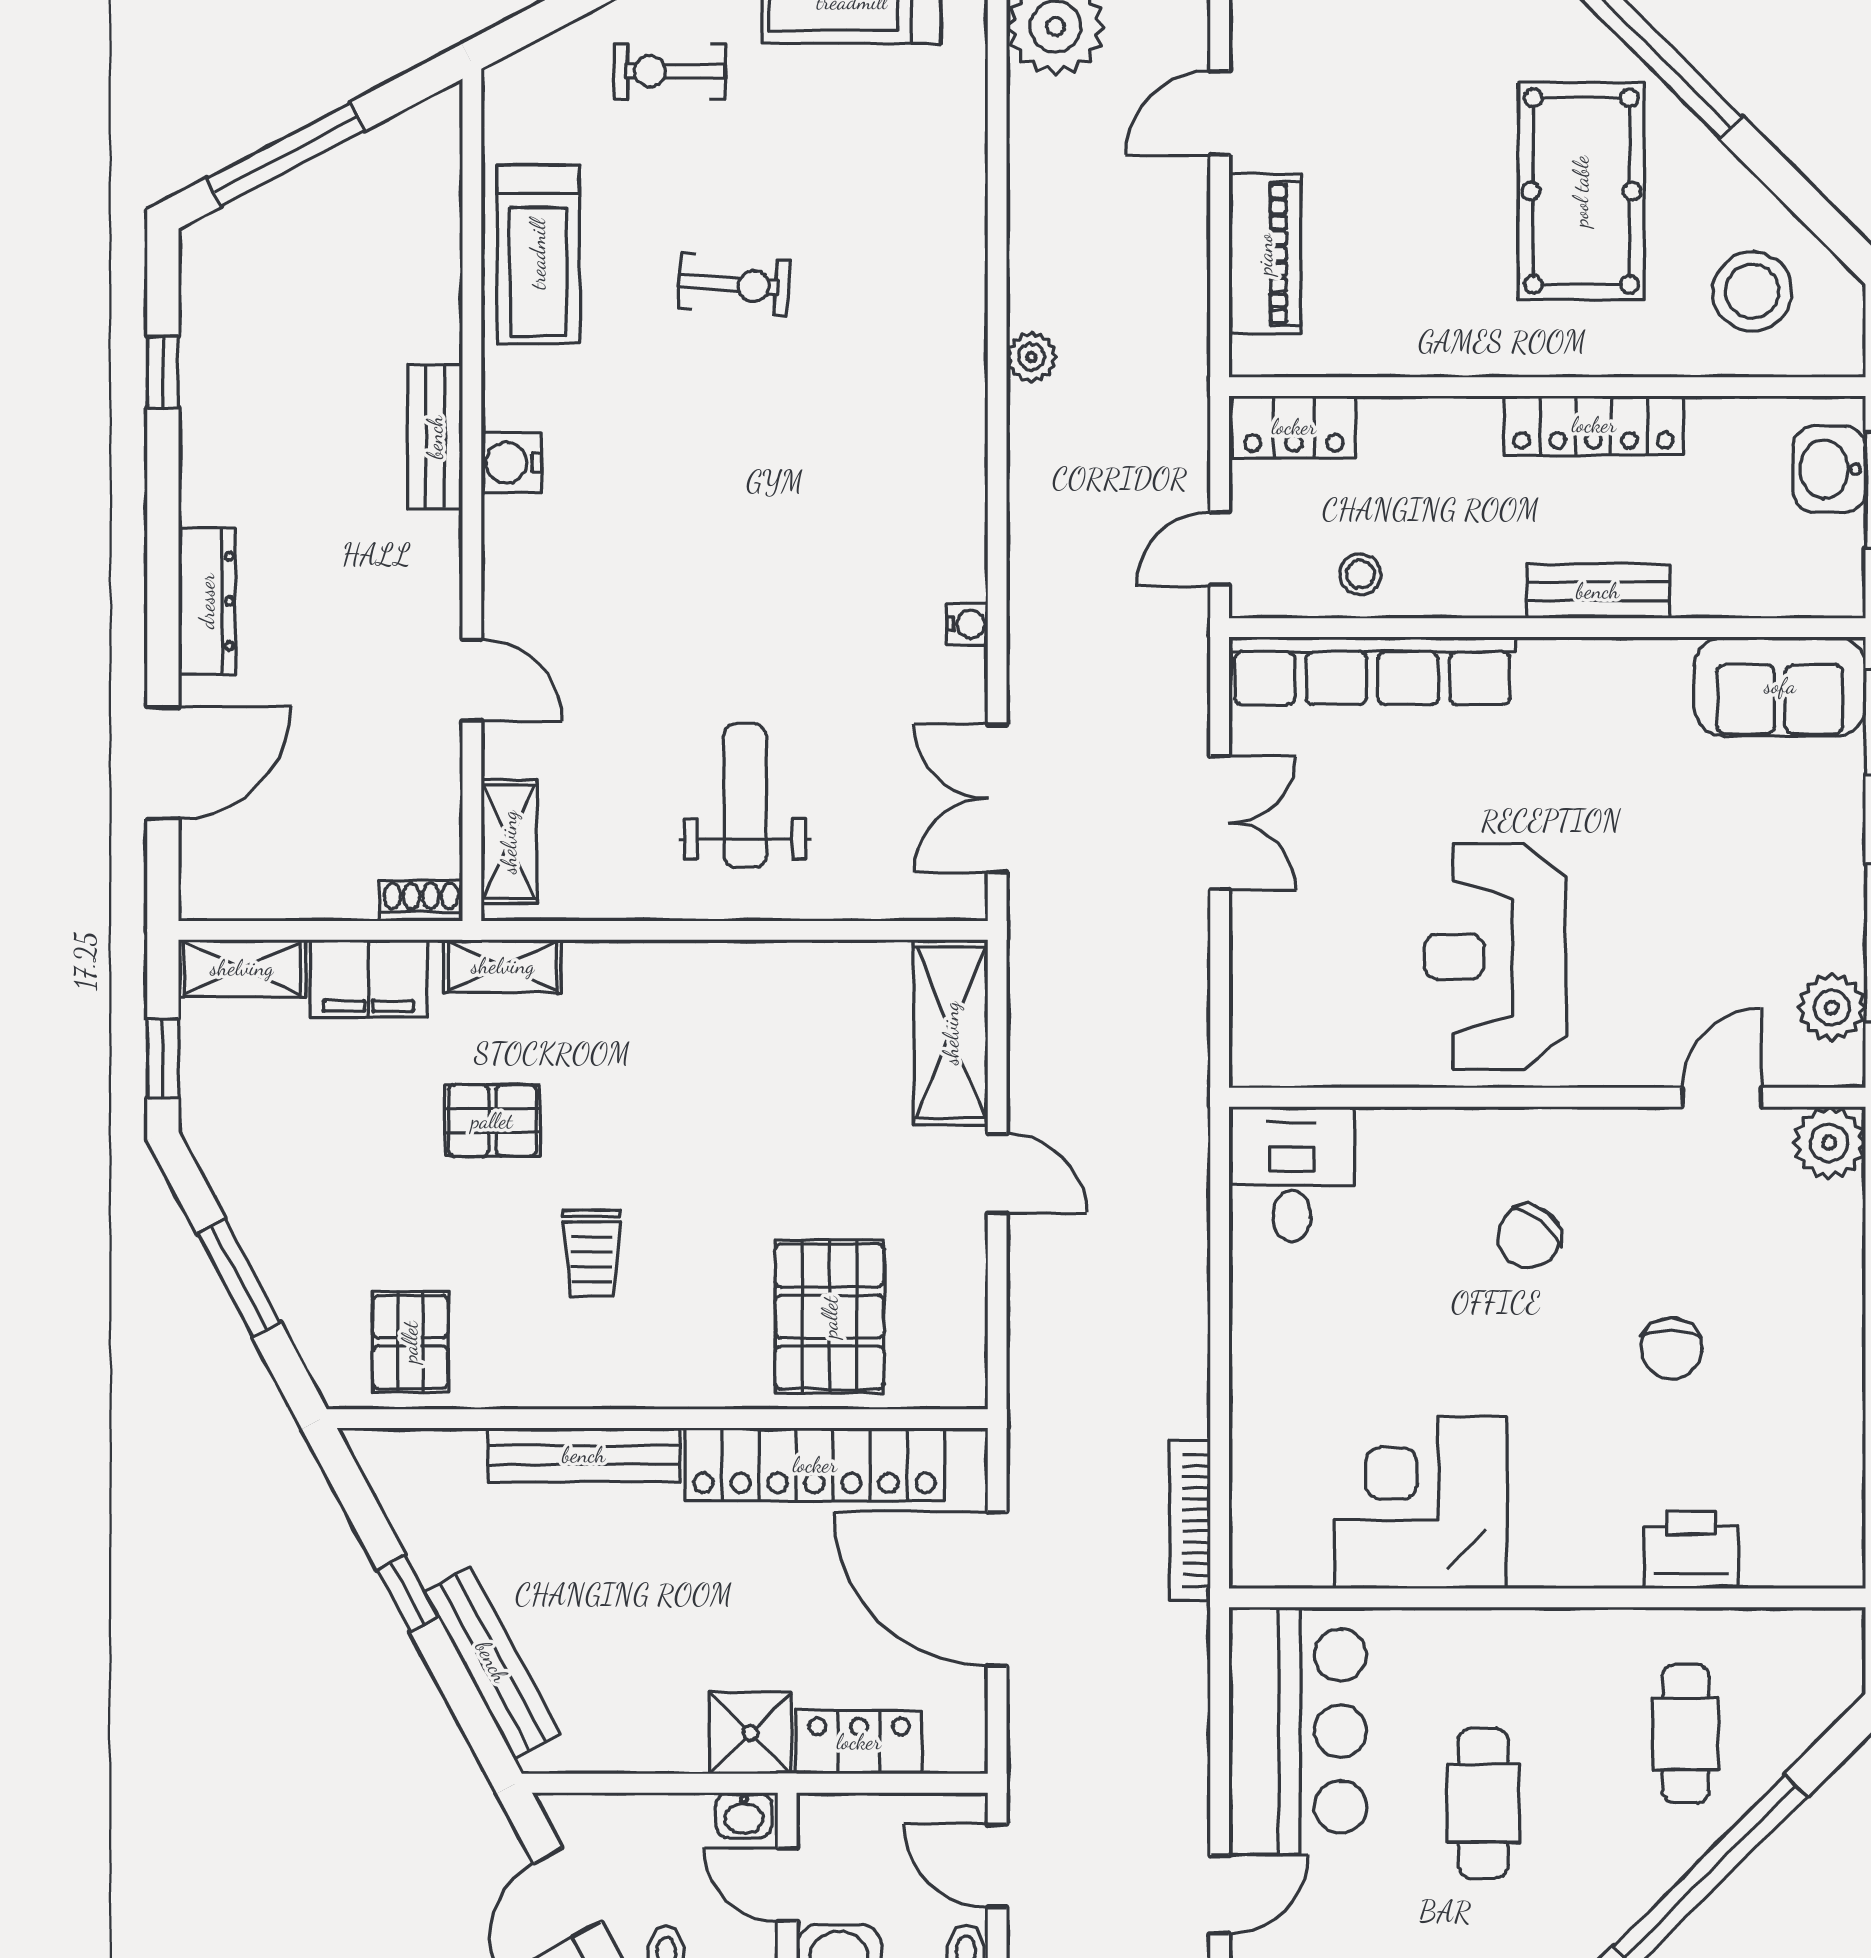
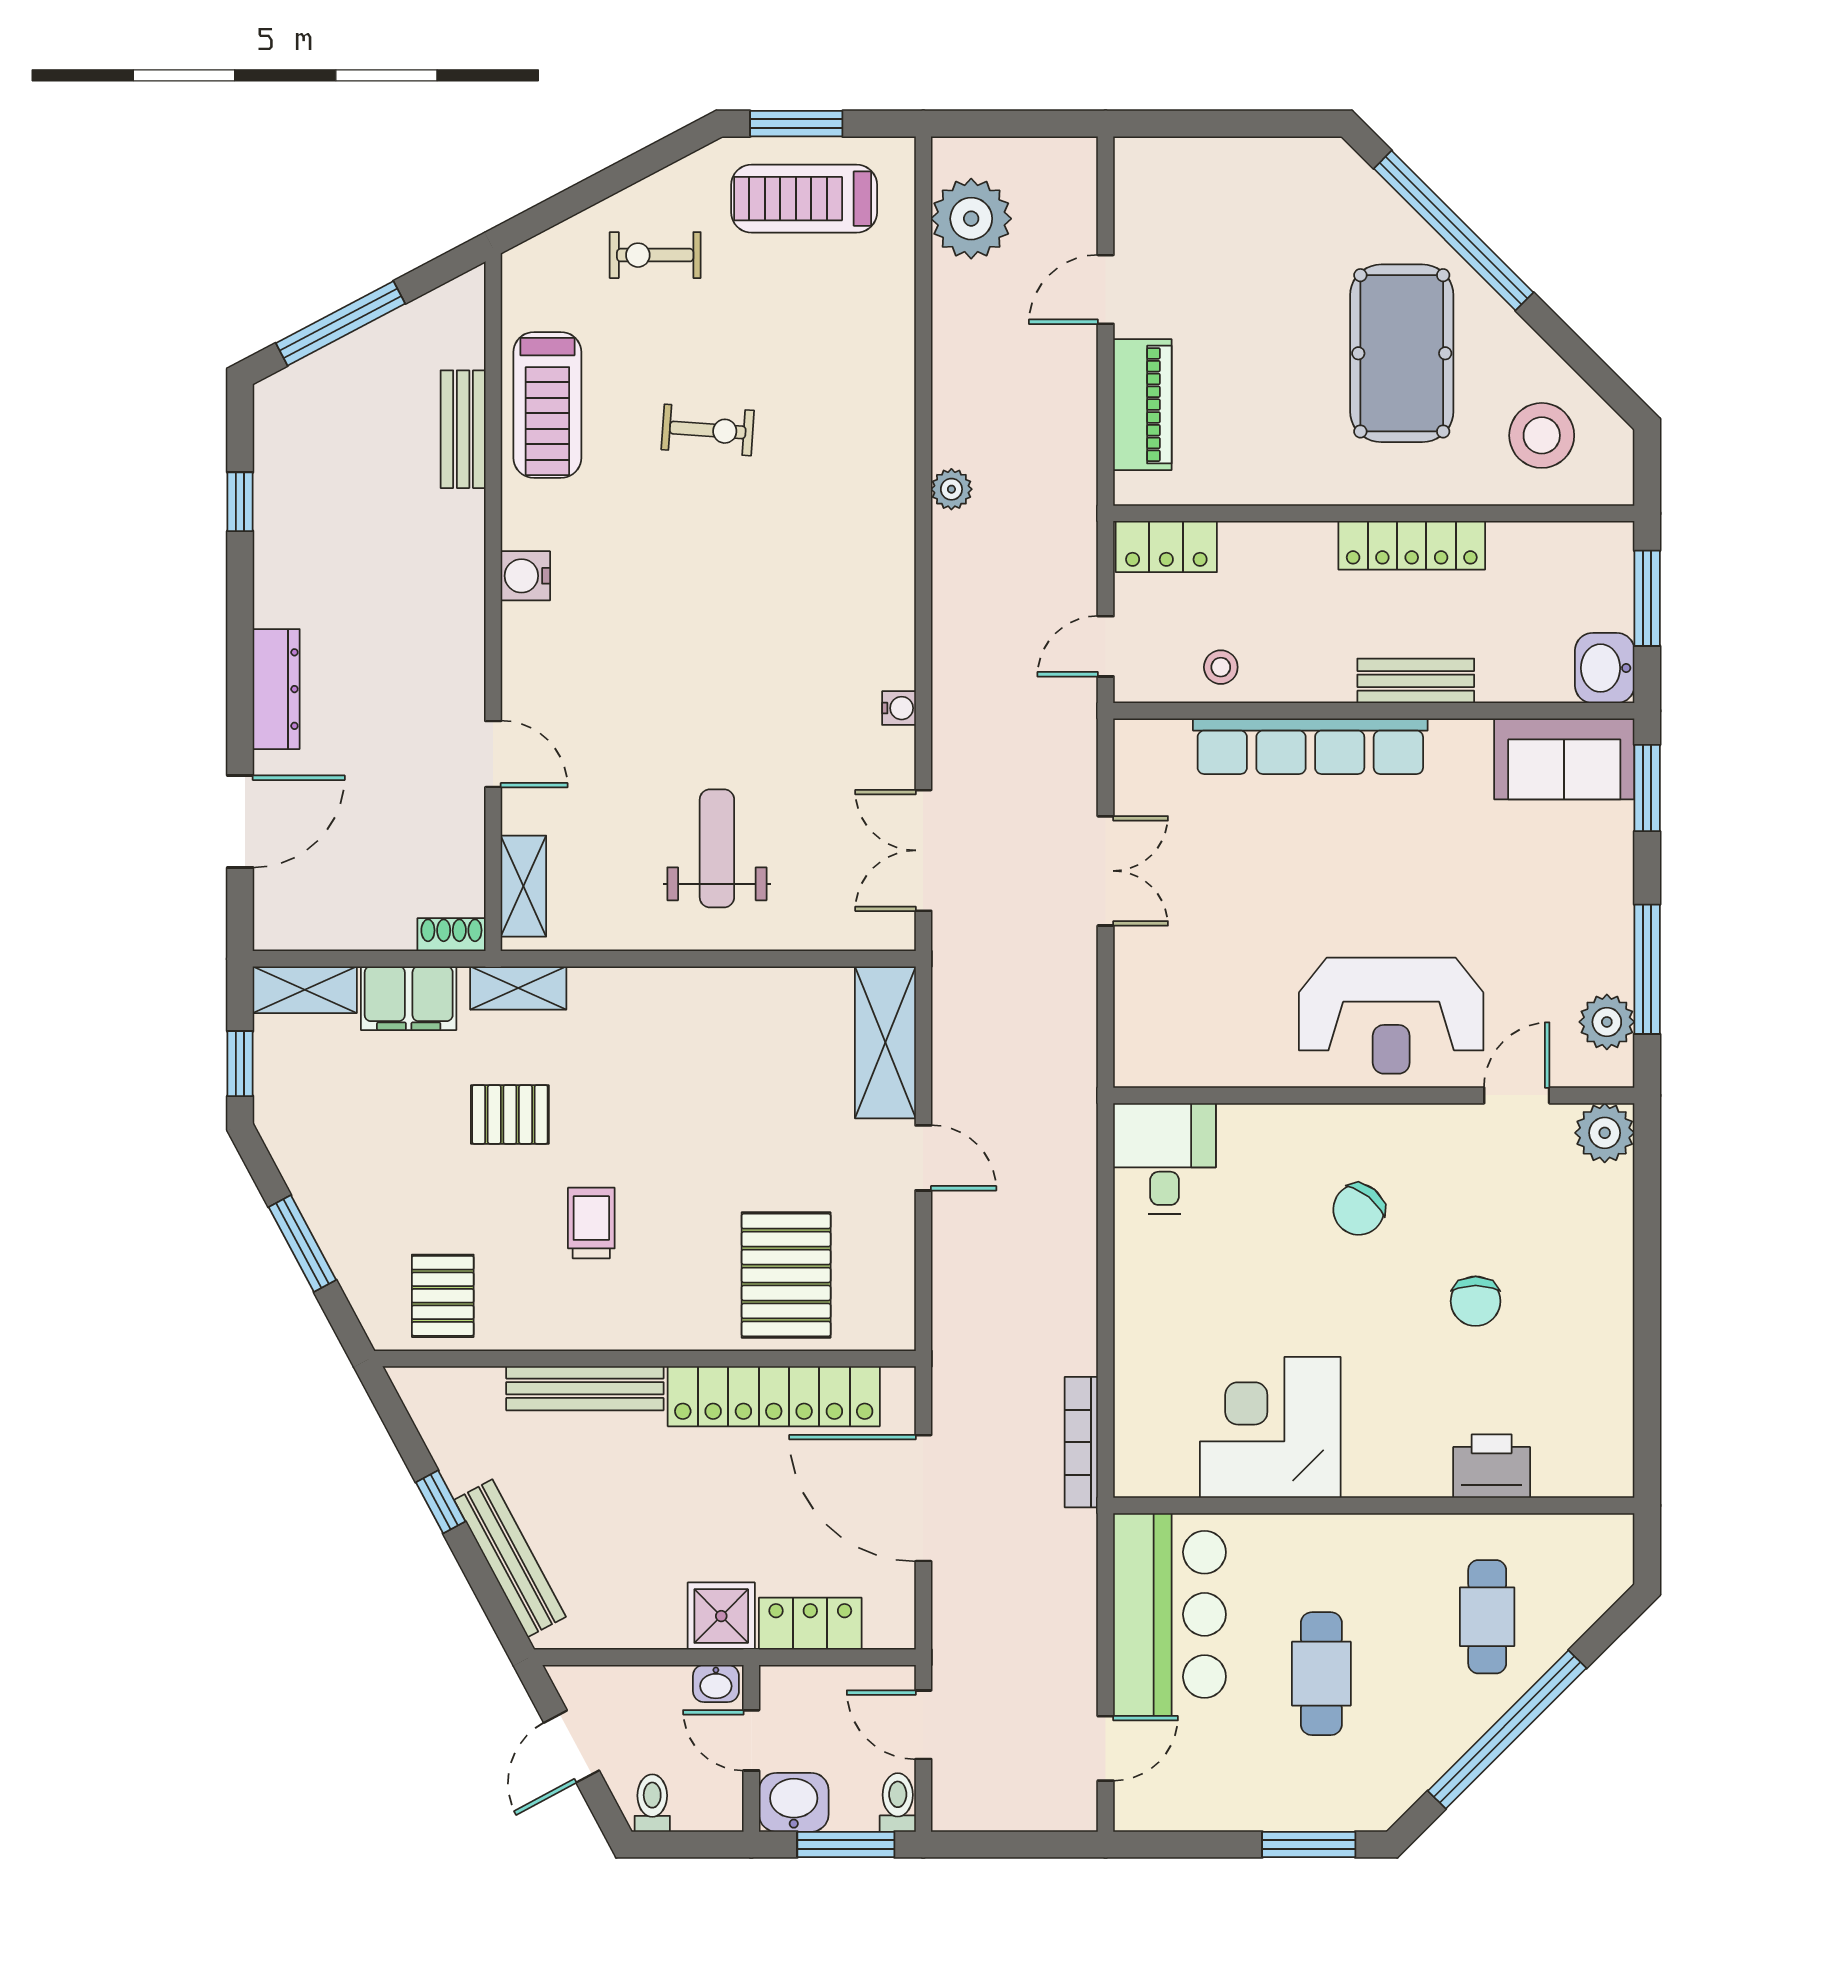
bench: (435, 437) -> (463, 429), moved
washbasin: (1829, 469) -> (1605, 668), moved
row of seats: (1372, 671) -> (1310, 746), moved
reception desk: (1495, 957) -> (1391, 1016), moved, turned -90
trolley: (592, 1253) -> (591, 1223), turned 180

